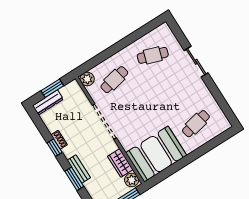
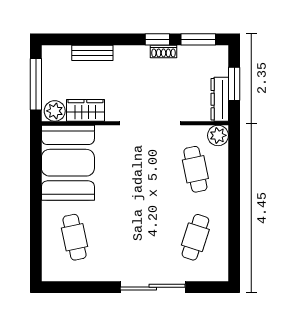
sliding door: (196, 62) -> (153, 287), width x1.37
dresser: (48, 102) -> (220, 99), moved
bench: (79, 169) -> (92, 53), moved
window: (74, 179) -> (198, 39), moved

